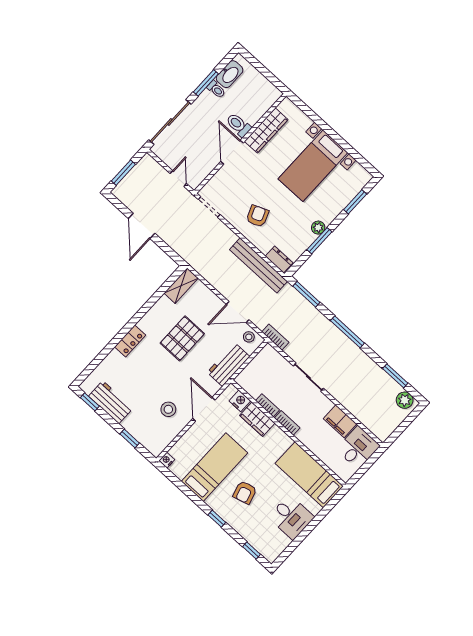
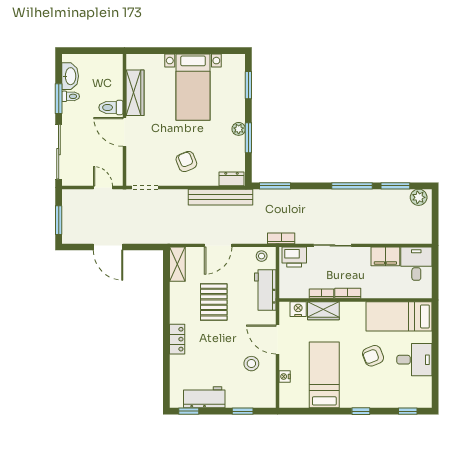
door: (238, 312) -> (218, 245), moved
window: (347, 332) -> (352, 186), moved
printer: (272, 360) -> (294, 257), added
nightstand: (167, 460) -> (285, 377), moved
armchair: (245, 492) -> (373, 356), moved, turned 85

